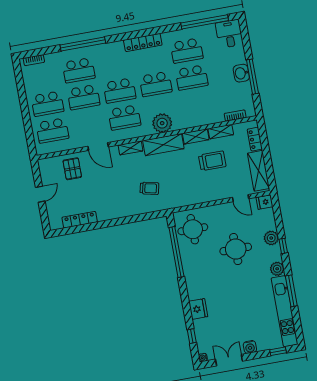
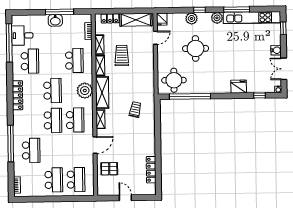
desk: (229, 34) -> (22, 35), moved
school desk: (192, 78) -> (74, 60), moved
school desk: (84, 97) -> (53, 150), removed

